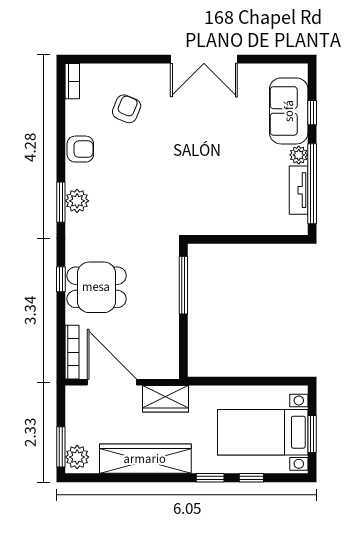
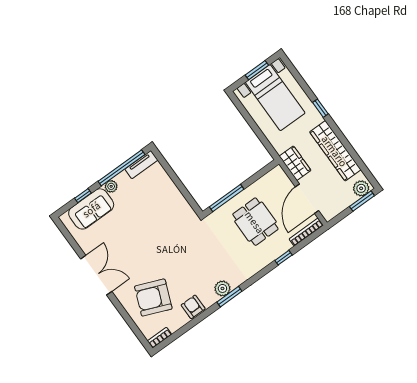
armchair: (127, 109) -> (153, 298), width x1.88, depth x1.88
tv unit: (299, 190) -> (141, 165), moved
window: (61, 279) -> (283, 258), moved
dining table: (96, 287) -> (255, 222), moved
window: (251, 478) -> (304, 86), removed

